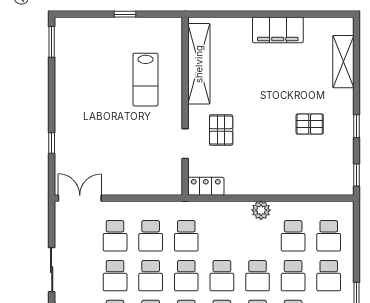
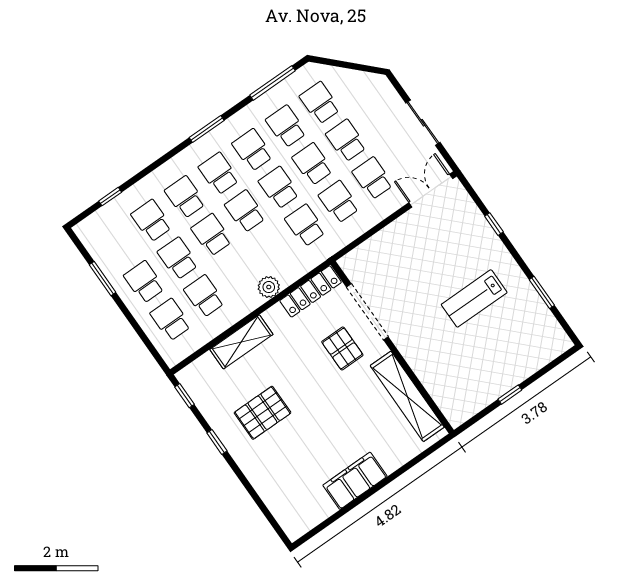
window: (52, 42) -> (542, 292), moved
shelving: (343, 62) -> (241, 342), moved, turned 90
lab bench: (146, 80) -> (474, 298), moved, turned -90
pallet: (310, 124) -> (263, 413), width x1.50, depth x1.42
doorway: (185, 144) -> (367, 312), width x1.87
locker: (206, 186) -> (311, 291), width x1.53
double door: (80, 198) -> (431, 191), swing flipped
plant: (261, 210) -> (269, 287), moved
sliding door: (52, 270) -> (423, 123), moved

